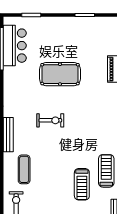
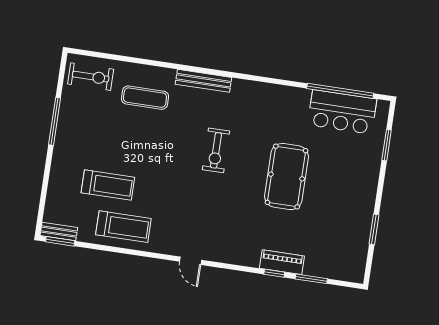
treadmill: (82, 184) -> (108, 185), turned 180

